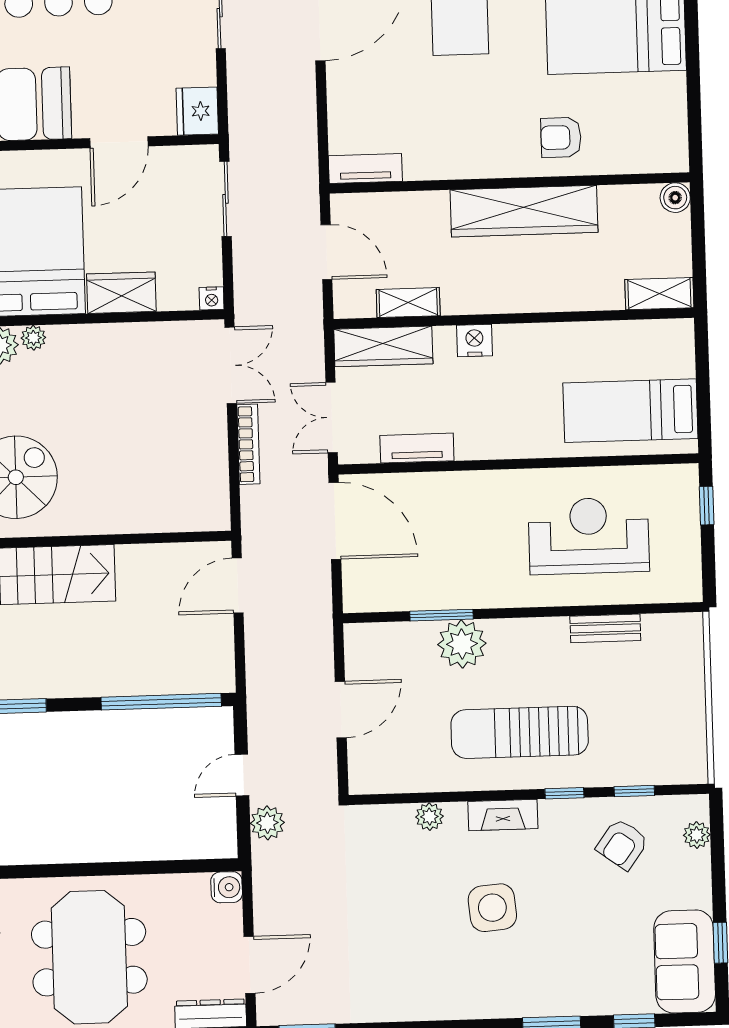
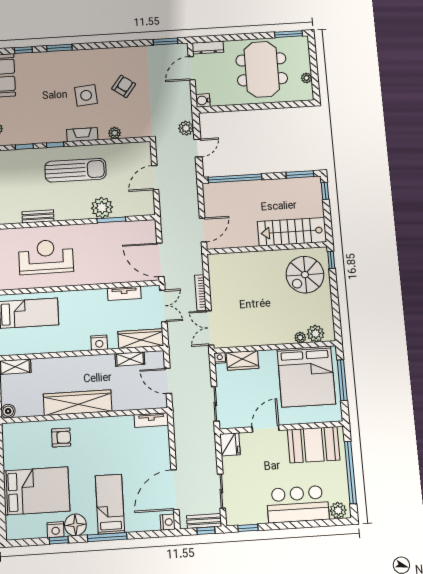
wardrobe: (121, 293) -> (242, 360), moved
reception desk: (589, 536) -> (46, 257), turned 180
armchair: (622, 844) -> (124, 86), moved

